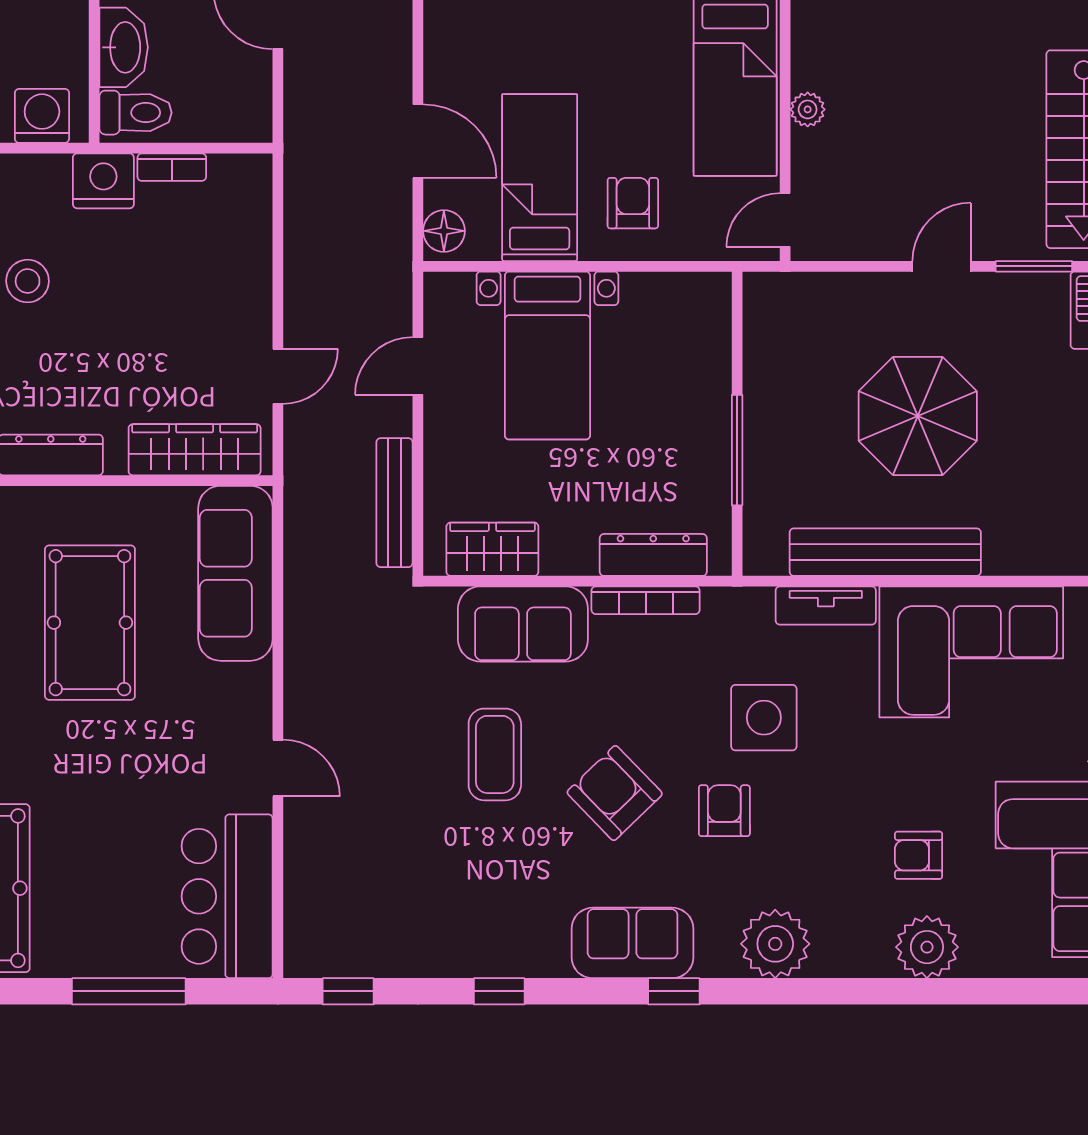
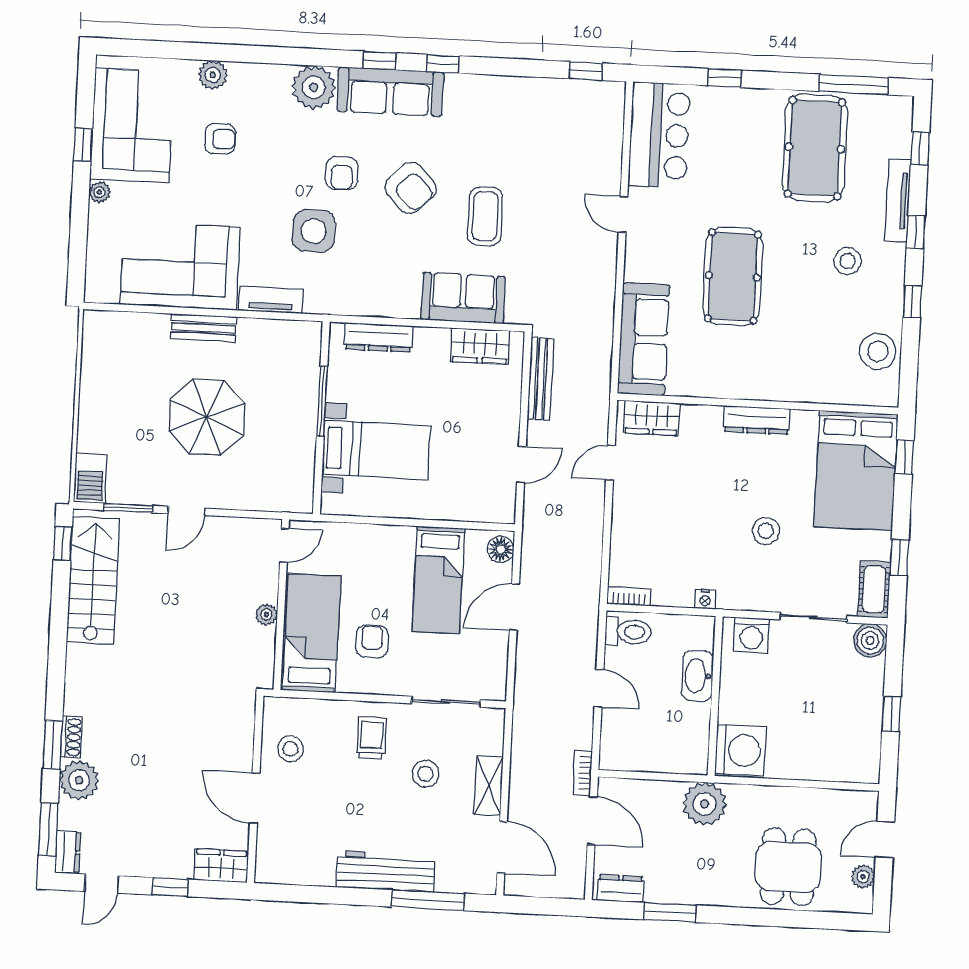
toilet: (136, 113) -> (628, 632), moved, turned 180
door: (418, 141) -> (514, 607), hinge flipped
bookcase: (172, 167) -> (629, 596), moved
nightstand: (103, 181) -> (705, 599), width x0.53, depth x0.56
armchair: (633, 203) -> (372, 641), moved, turned 180
bed with nightstands: (547, 355) -> (376, 450), moved, turned 90
wardrobe: (195, 450) -> (652, 418), width x0.67
bench: (885, 552) -> (204, 328), width x0.54, depth x0.82
bookcase: (646, 600) -> (385, 309), removed
pool table: (90, 623) -> (733, 276), moved
sofa: (632, 943) -> (390, 92), width x1.36
plant: (927, 947) -> (213, 75), width x0.73, depth x0.73
window: (129, 991) -> (725, 78), width x0.46
window: (499, 991) -> (443, 64), moved

